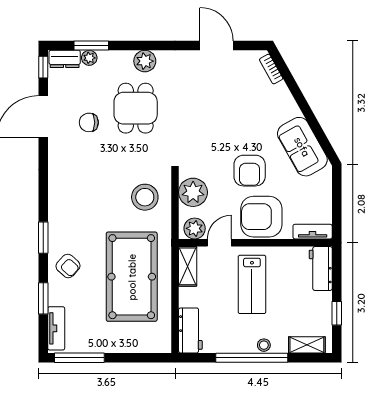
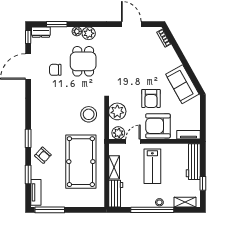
plant: (89, 58) -> (77, 31), moved
shelving: (188, 266) -> (114, 167), moved
workbench: (321, 269) -> (193, 162), width x1.38

